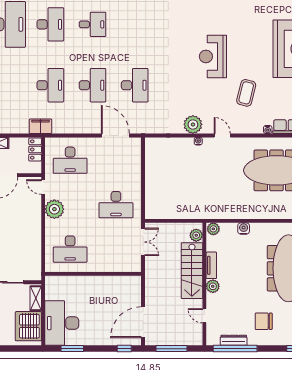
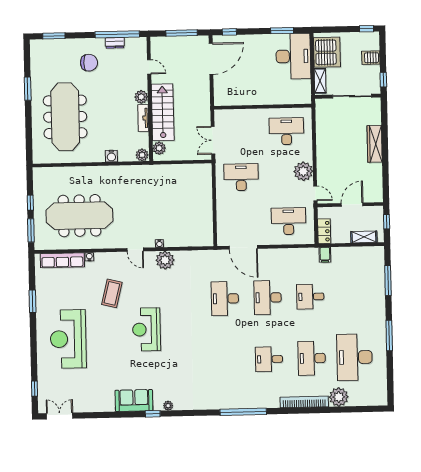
reception desk: (213, 56) -> (146, 329), turned 180
desk: (50, 85) -> (310, 297), width x0.73
filing cabinet: (41, 126) -> (325, 255), width x0.50
dresser: (234, 340) -> (115, 43), width x0.70

